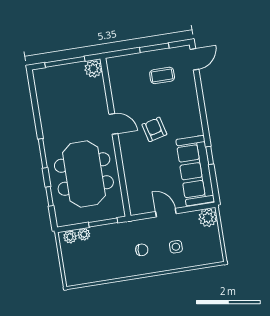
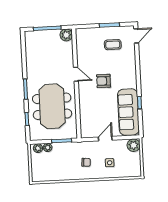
armchair: (154, 129) -> (104, 81), turned -76
door: (166, 213) -> (105, 139), hinge flipped

